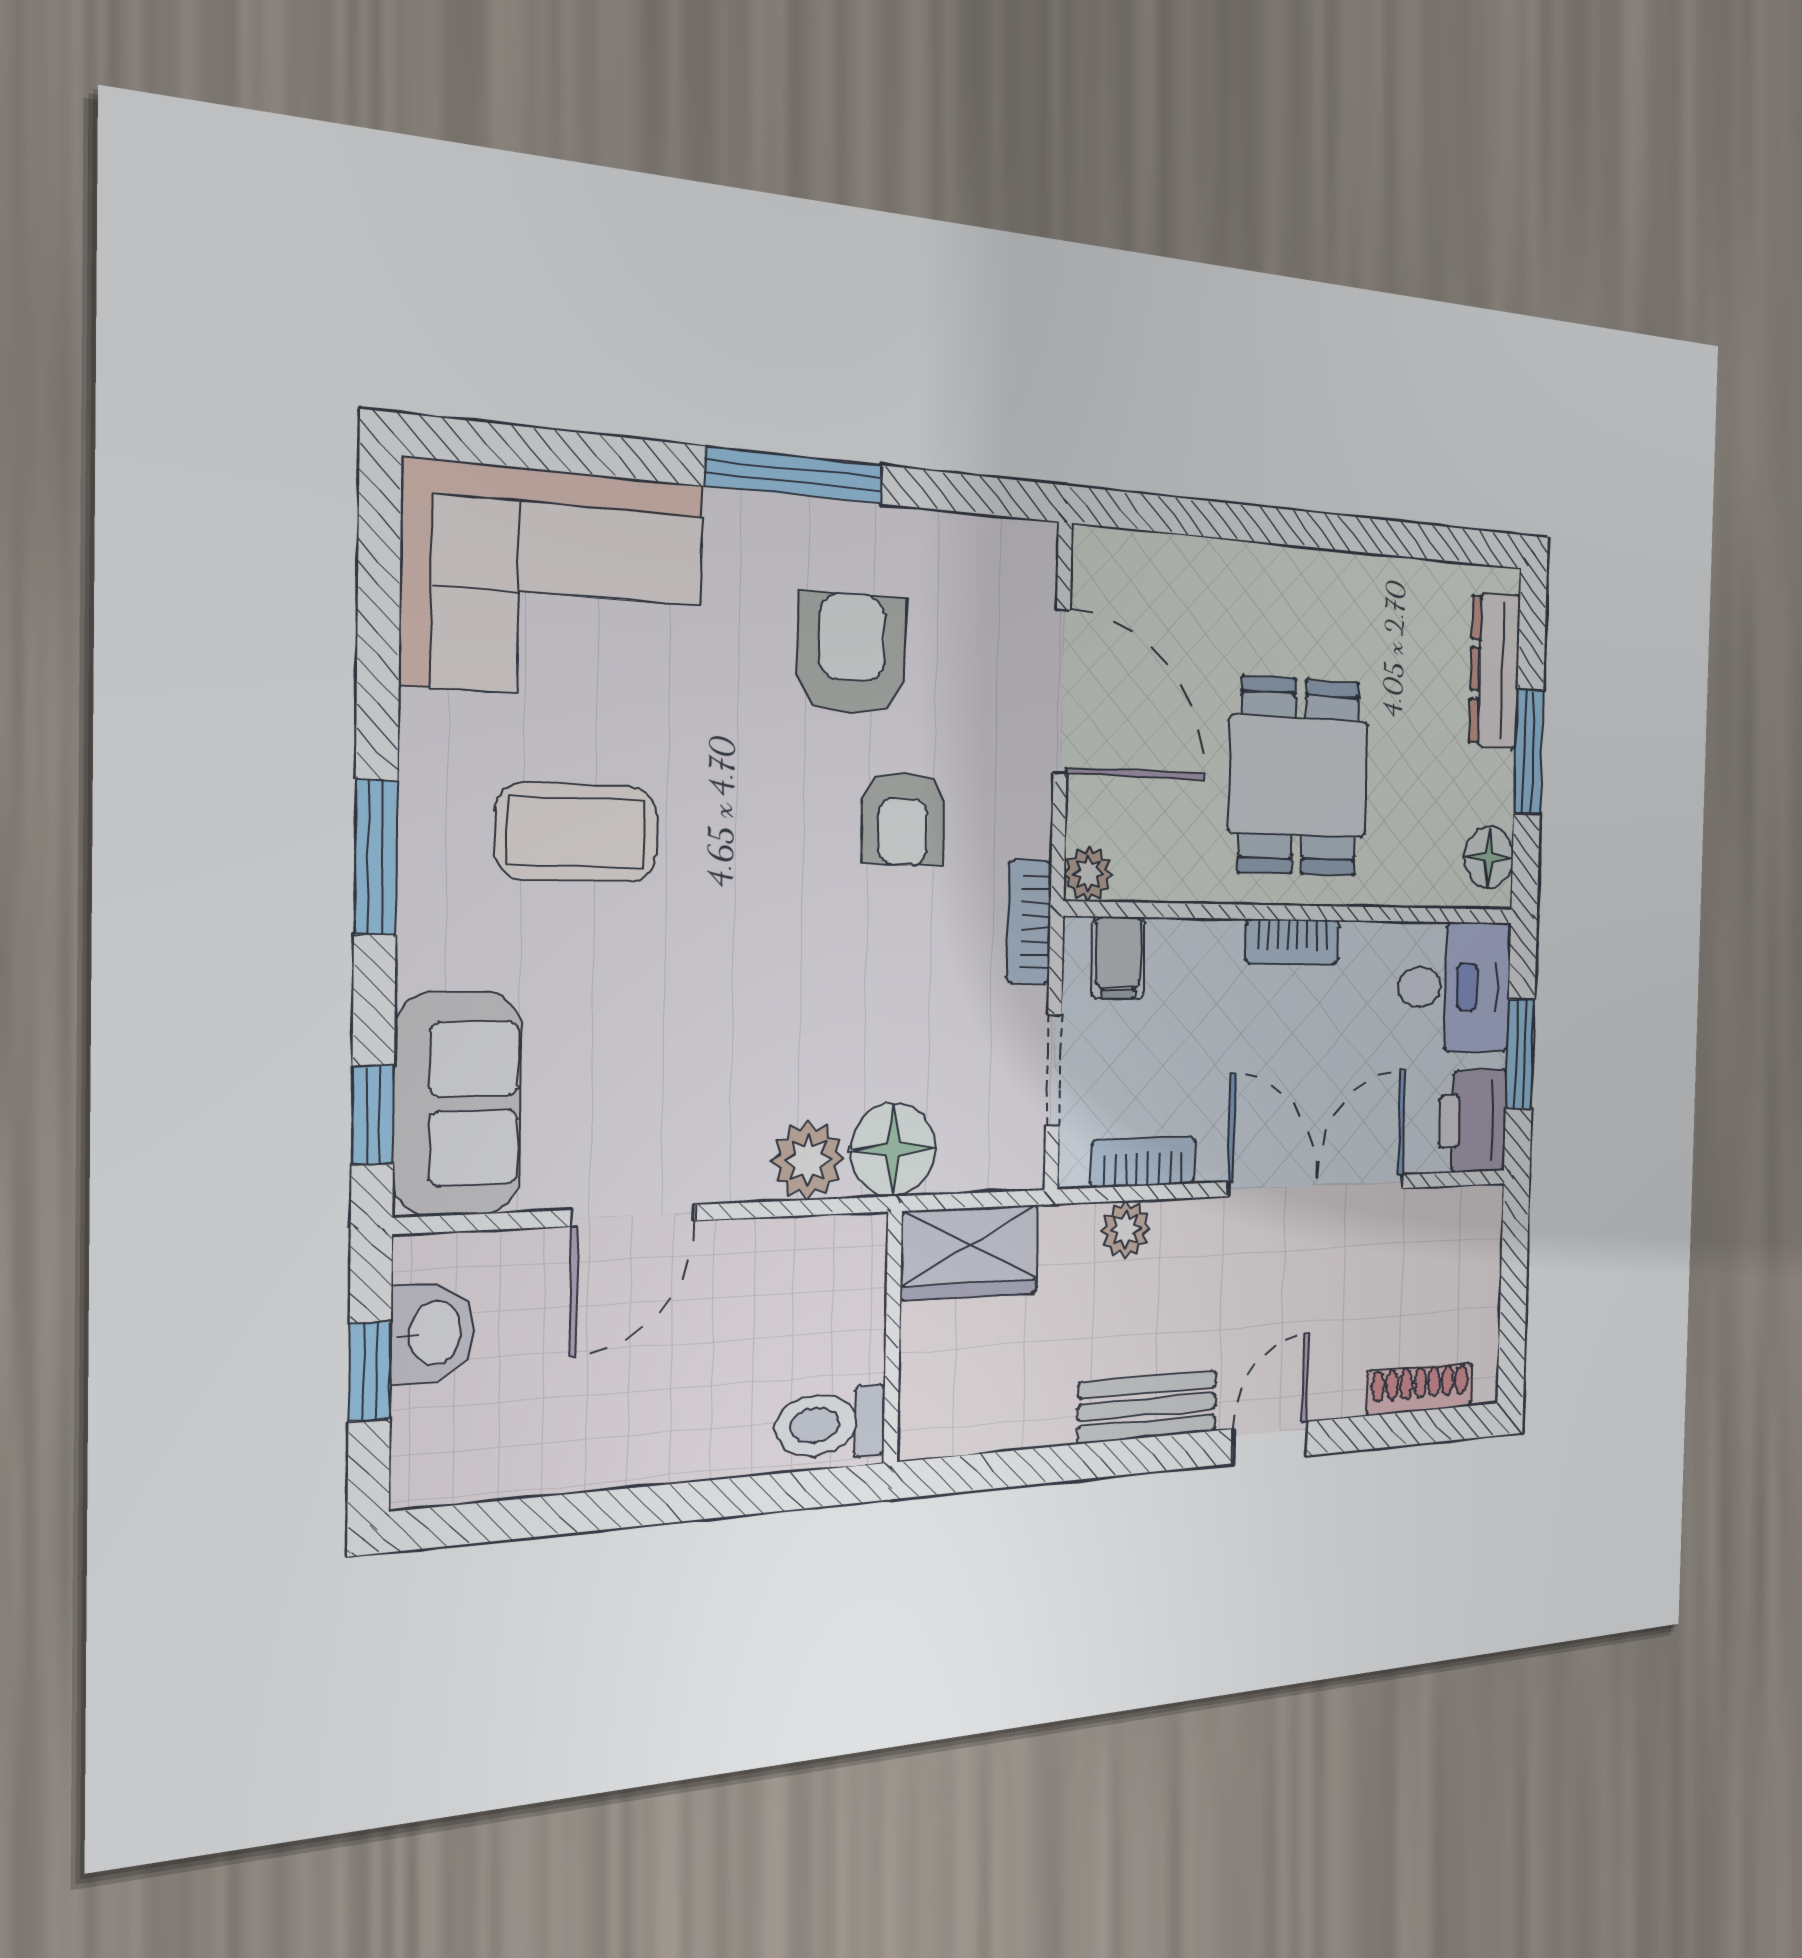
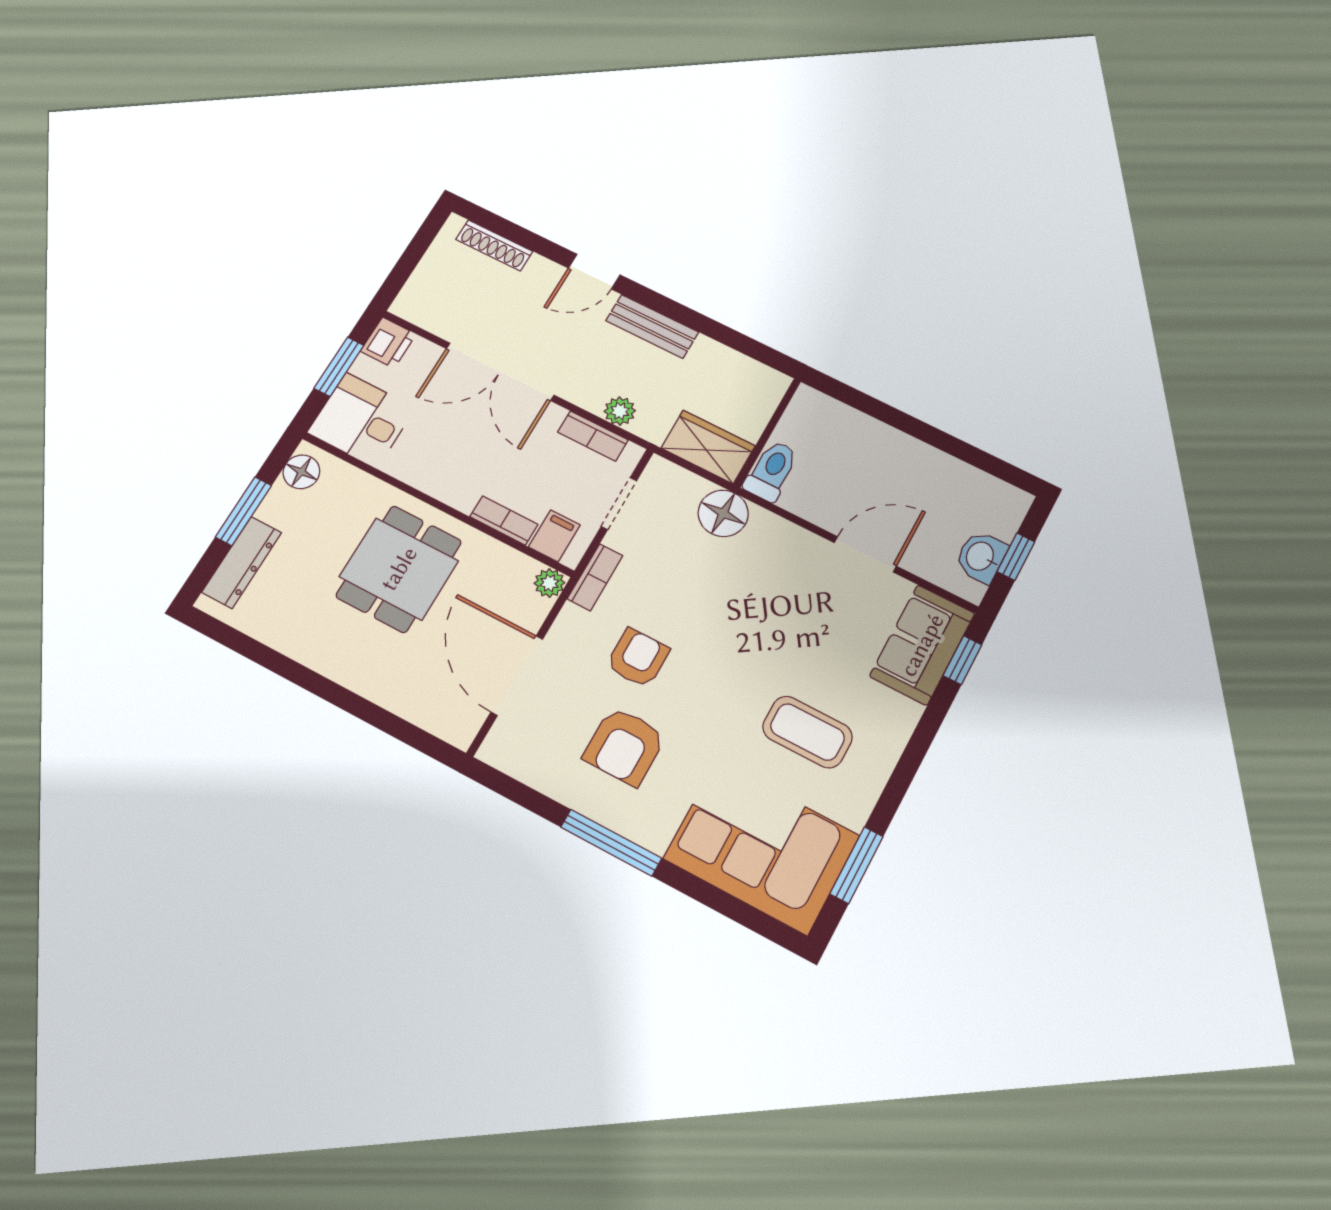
window: (376, 857) -> (857, 865), moved
bookcase: (1293, 942) -> (504, 521), moved
printer: (1472, 1121) -> (388, 343), width x0.73, depth x0.81
plant: (808, 1160) -> (769, 532), removed
toilet: (830, 1424) -> (772, 471), moved, turned -90

